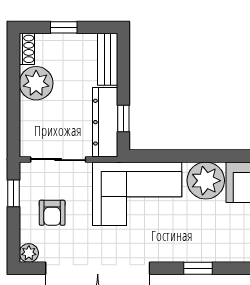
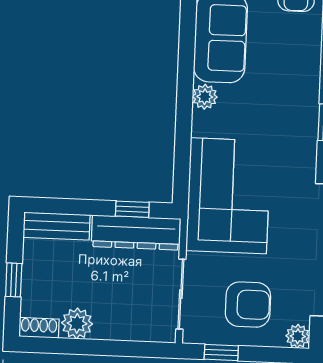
plant: (36, 83) -> (77, 323), width x0.73, depth x0.73
plant: (206, 181) -> (205, 97), width x0.53, depth x0.53
armchair: (52, 213) -> (248, 305), width x1.38, depth x1.38

